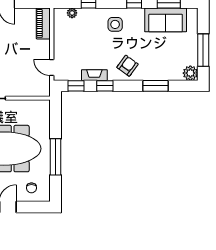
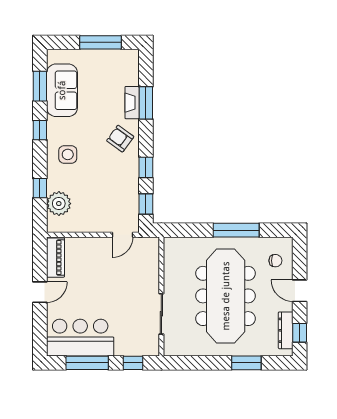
plant: (72, 13) -> (59, 204), width x1.87, depth x1.87
piano: (43, 23) -> (56, 258), moved, turned -90
plant: (190, 73) -> (130, 59), removed
fireplace: (94, 75) -> (132, 103), moved

